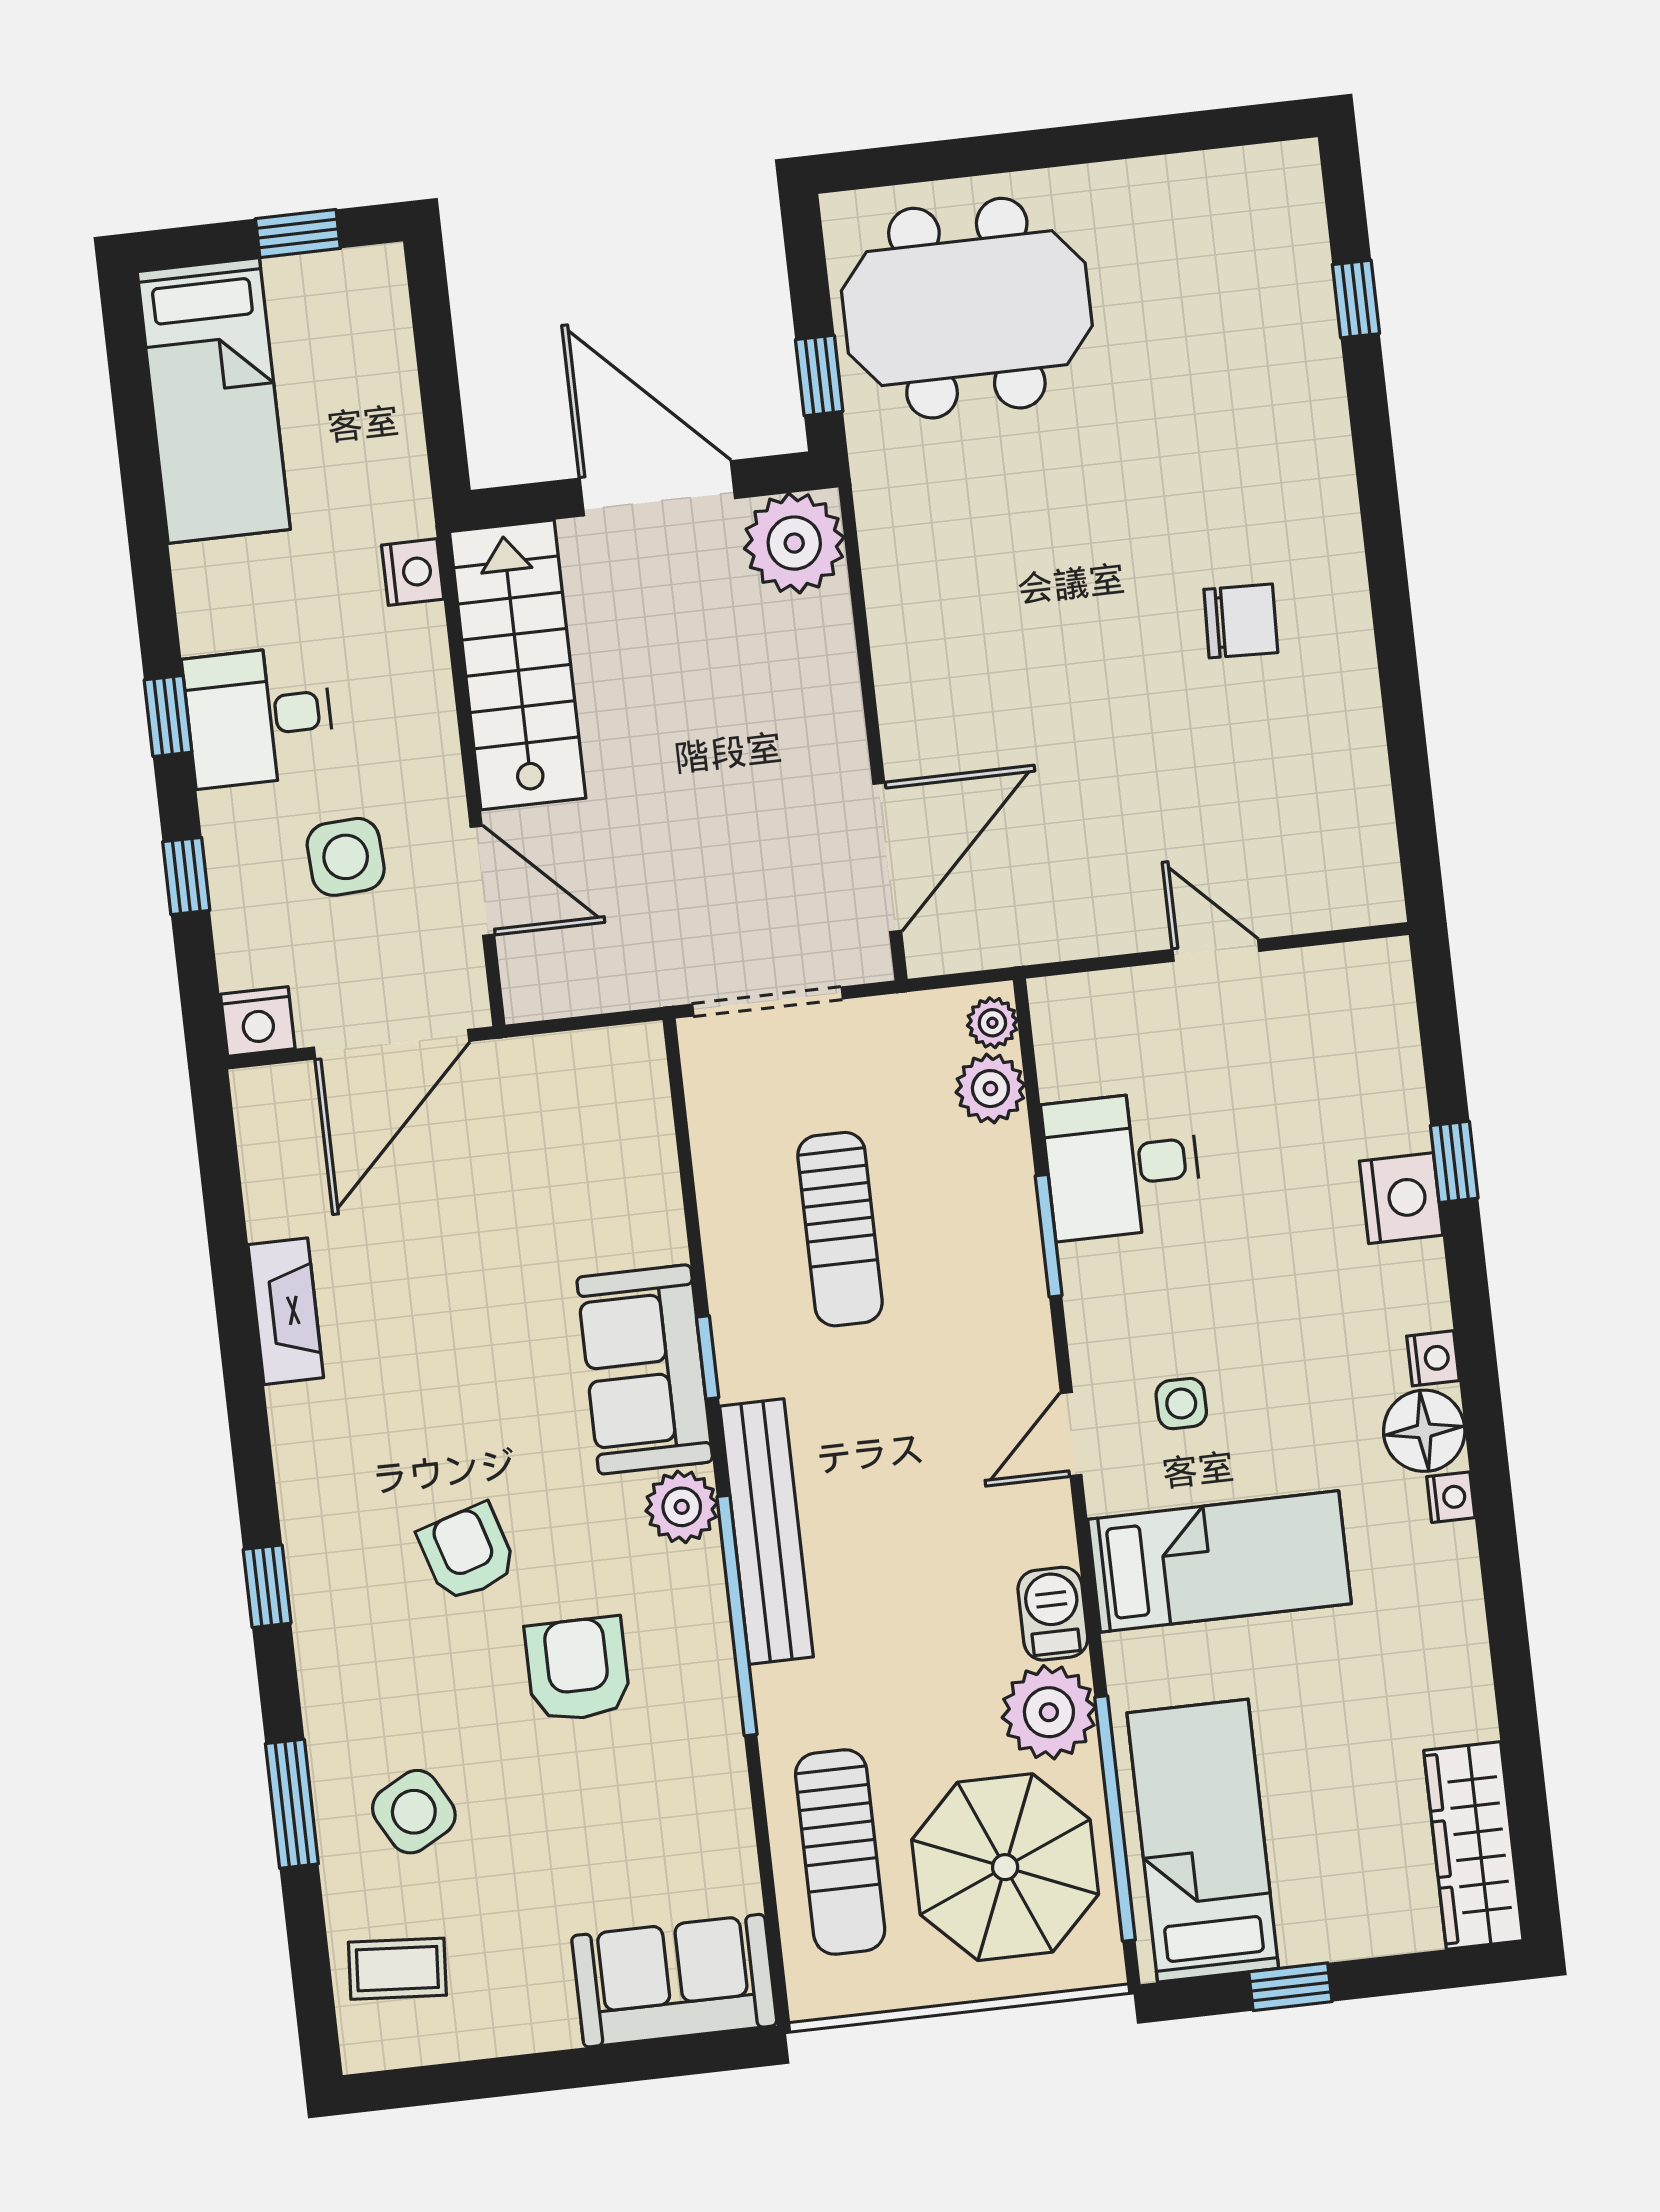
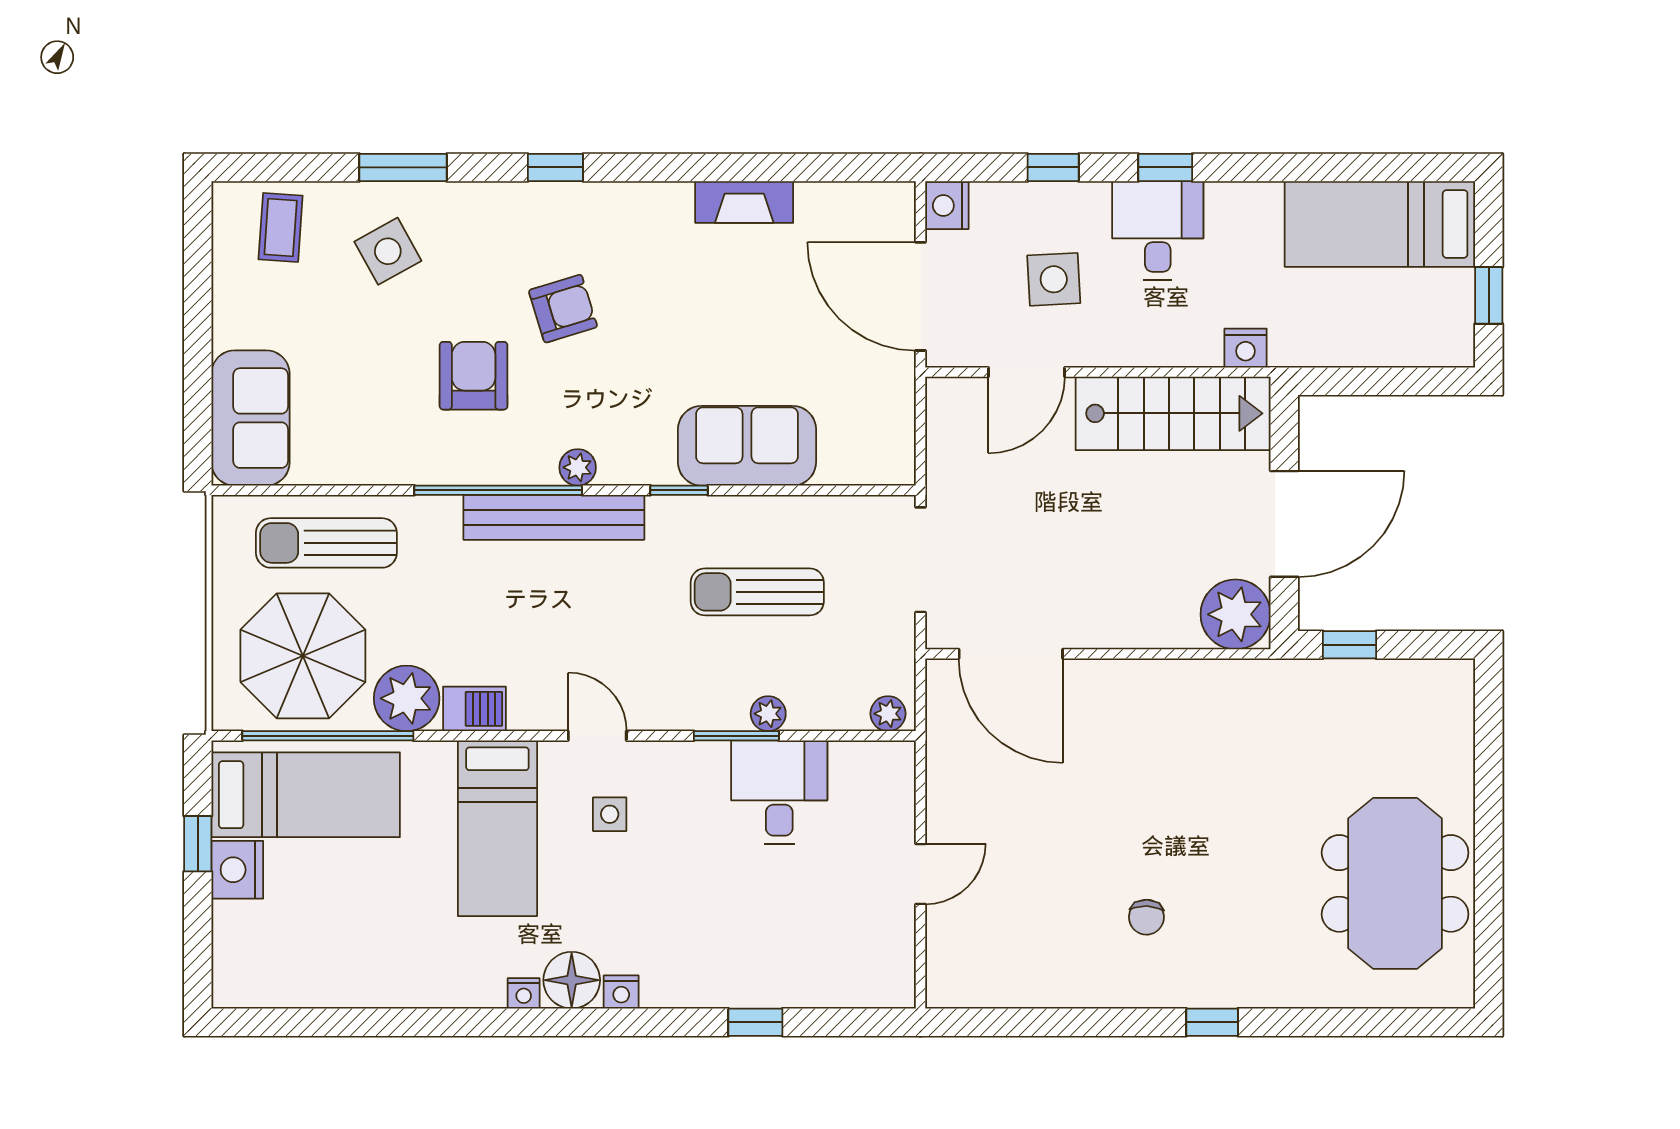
window: (1356, 299) -> (1212, 1022), moved
meeting table: (967, 308) -> (1395, 883), moved
chair: (1241, 621) -> (1146, 917), width x0.73, depth x0.73
plant: (990, 1089) -> (768, 714), moved, width x0.73, depth x0.73
nightstand: (1401, 1198) -> (237, 870), moved, turned 90
sofa: (645, 1369) -> (747, 446), moved
plant: (682, 1507) -> (578, 467), width x0.73, depth x0.73
armchair: (578, 1669) -> (474, 376), turned -90
wardrobe: (1473, 1845) -> (281, 982), removed

